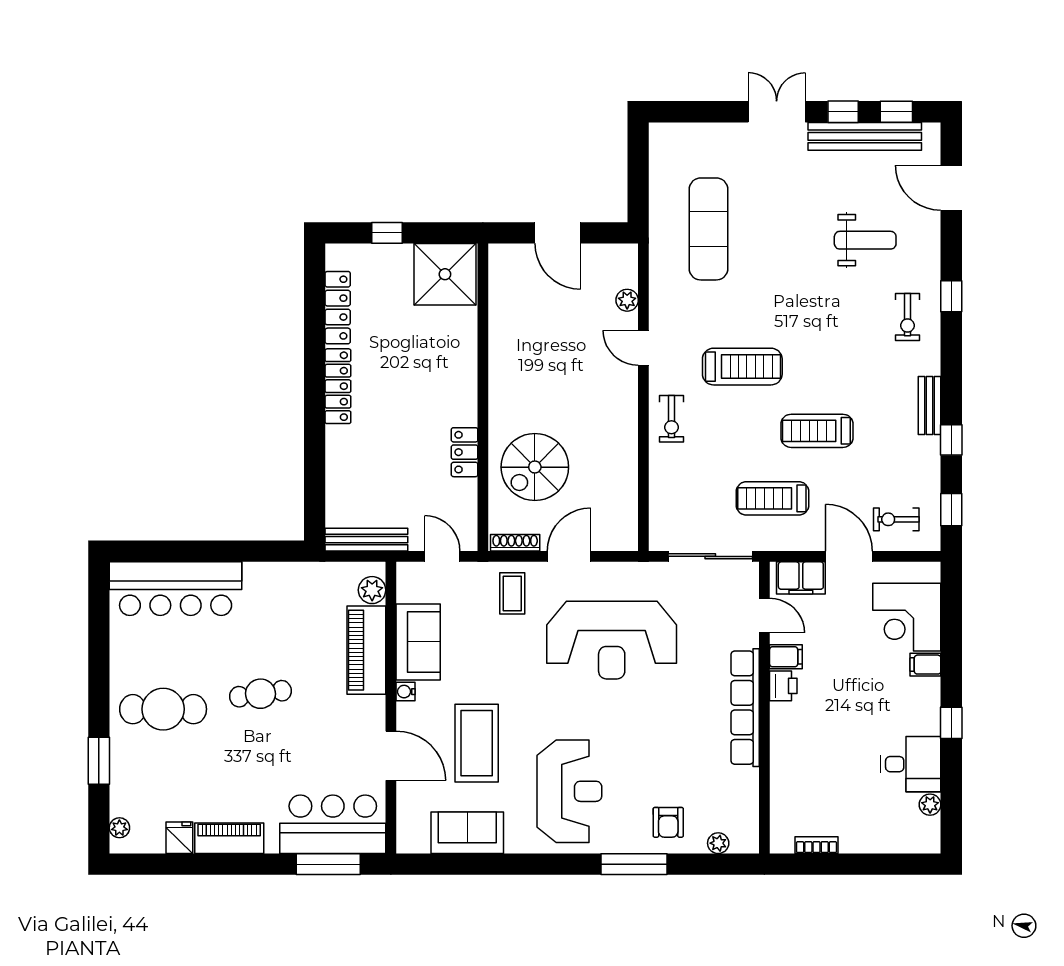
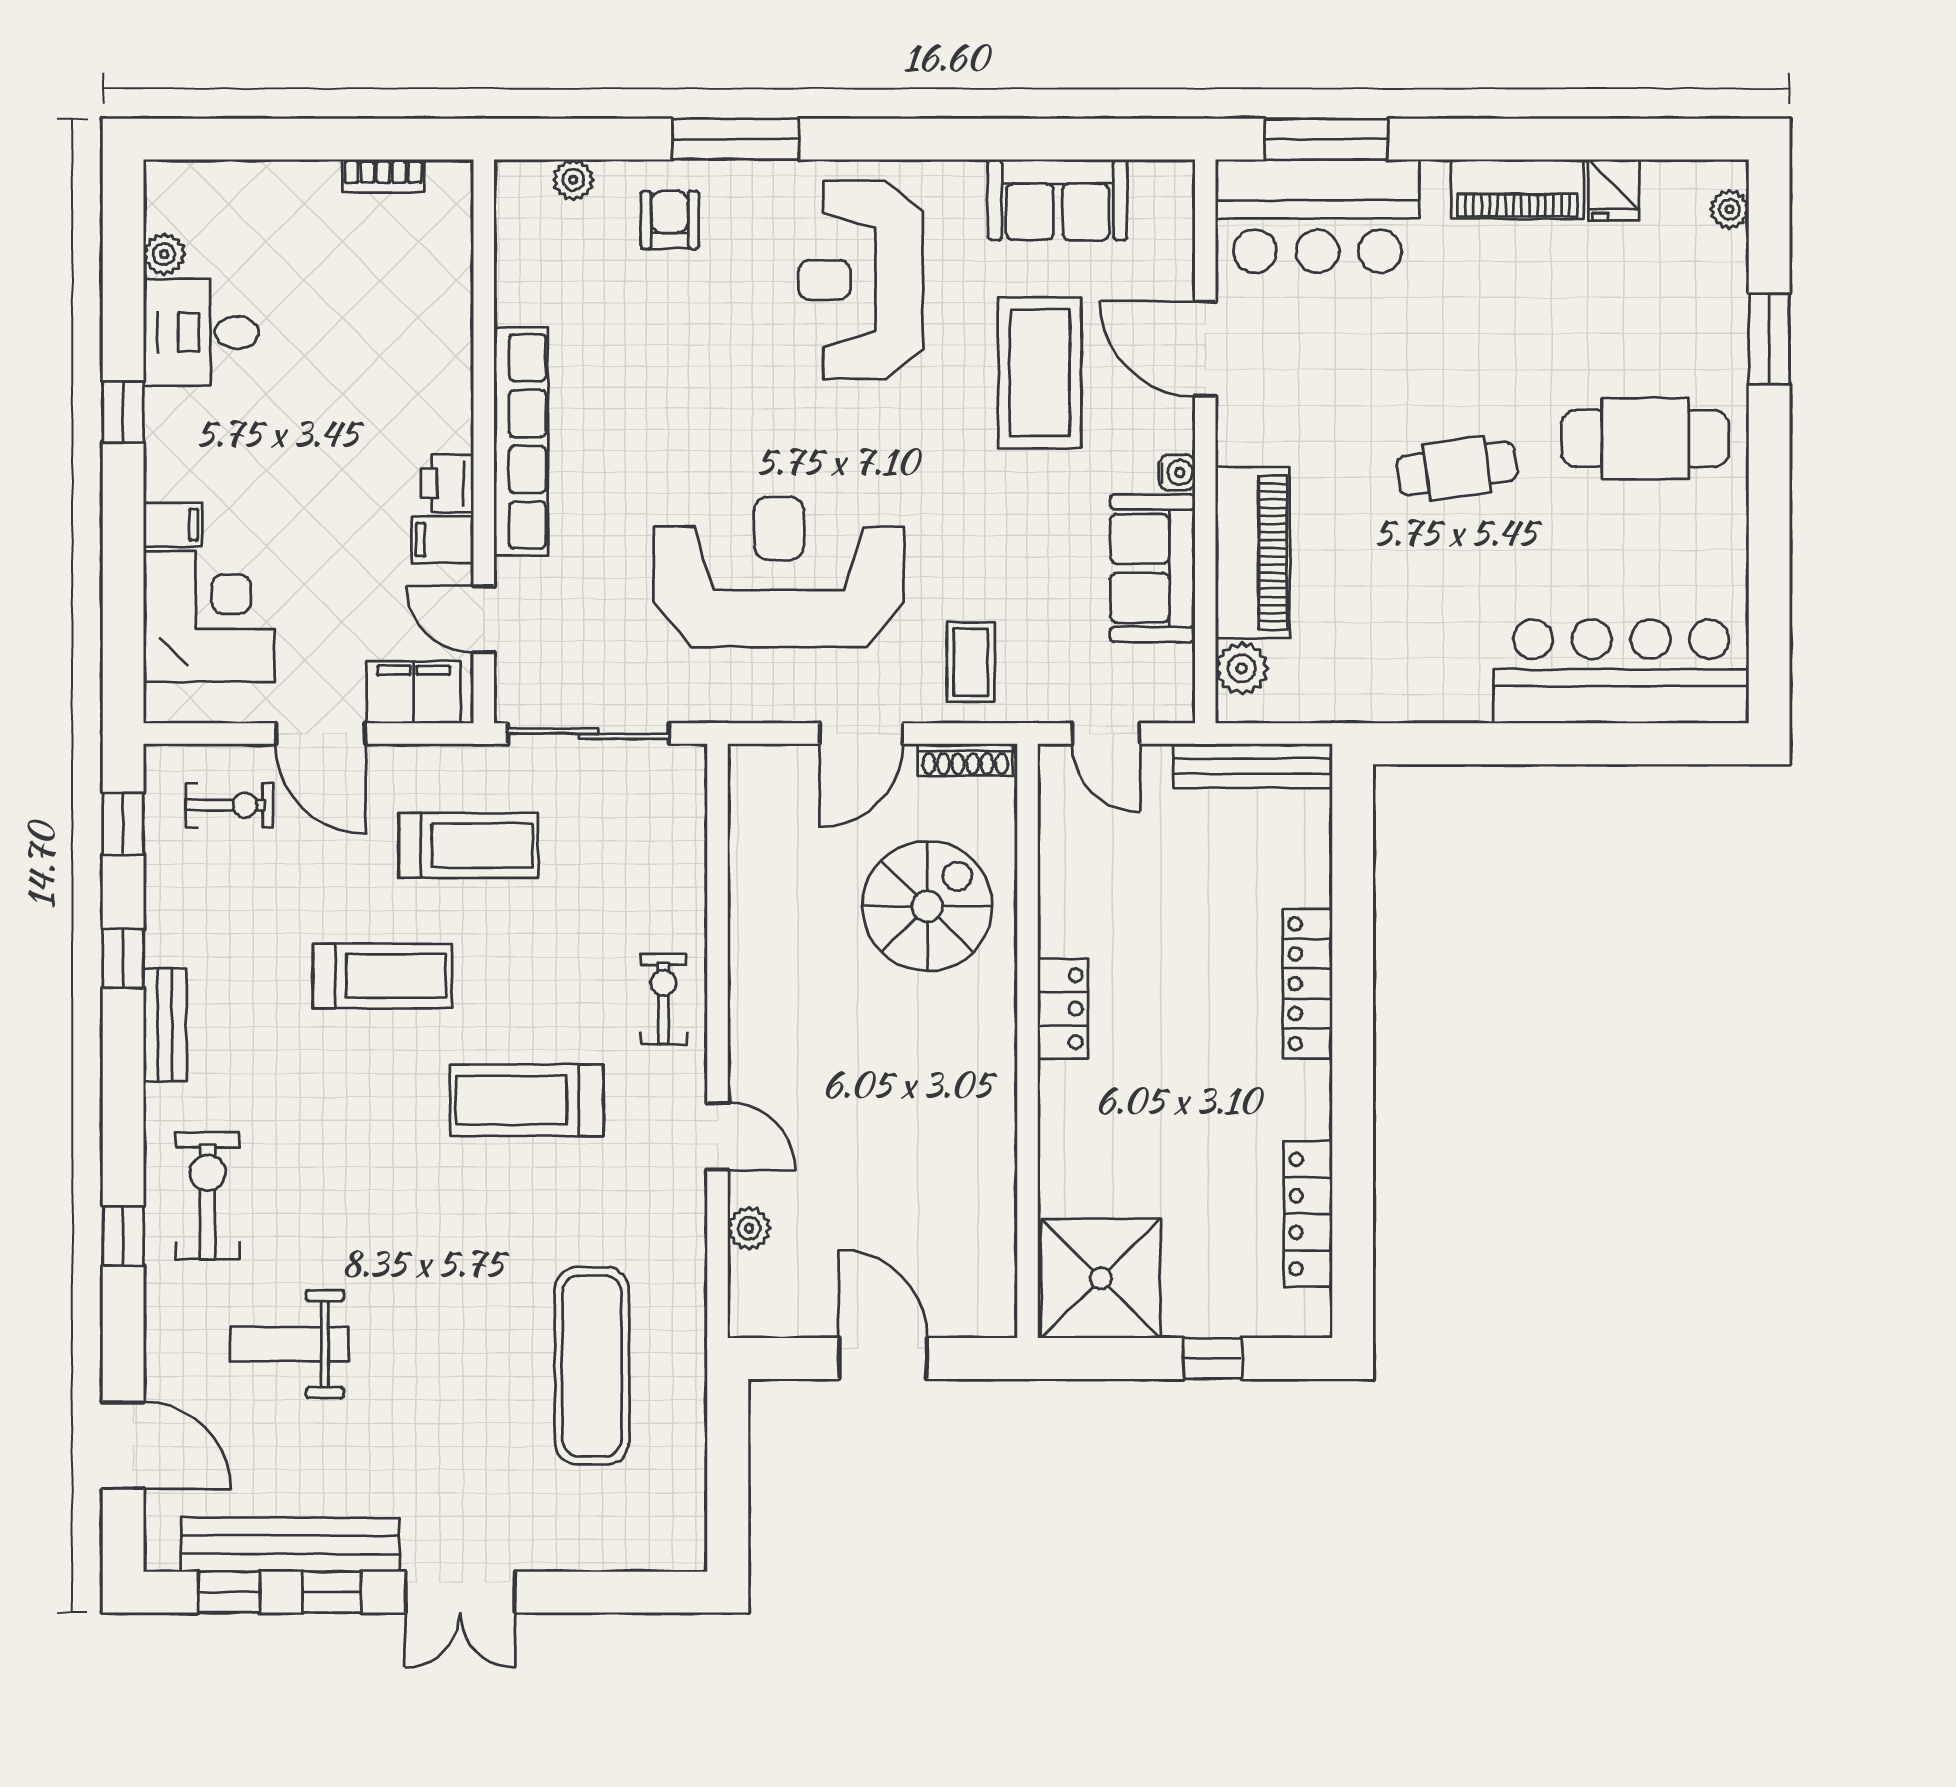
exercise bike: (907, 317) -> (208, 1196), width x1.38, depth x1.39
locker: (338, 386) -> (1308, 984), moved
locker: (465, 452) -> (1063, 1009), moved

